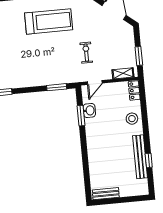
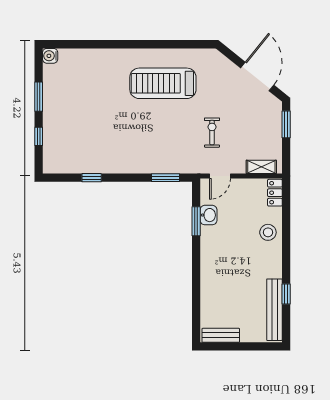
treadmill: (49, 21) -> (163, 83), turned 180
window: (139, 56) -> (286, 124), moved
bench: (140, 157) -> (274, 310), moved

